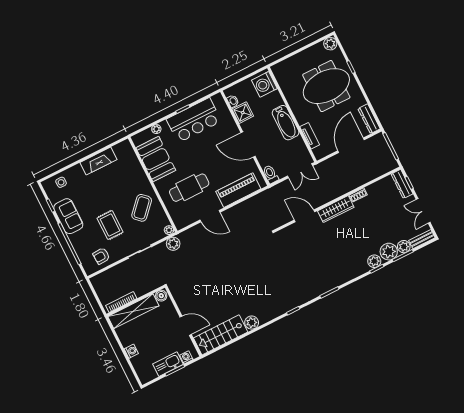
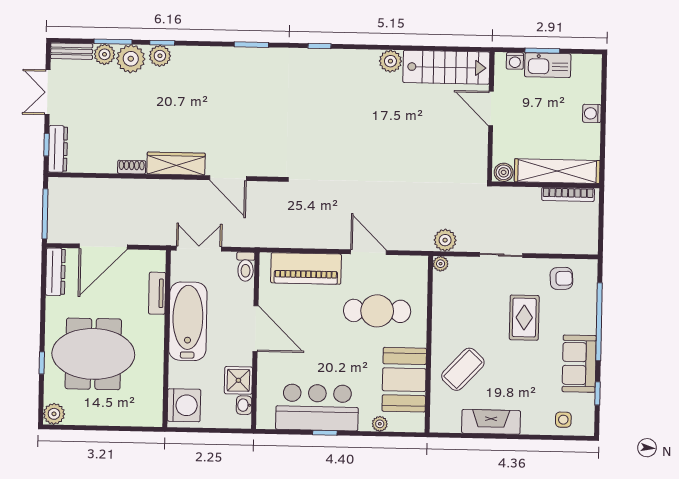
bathtub: (286, 123) -> (188, 321), width x1.36, depth x1.36
coffee table: (142, 208) -> (463, 369), moved
double door: (423, 211) -> (48, 92), swing flipped

